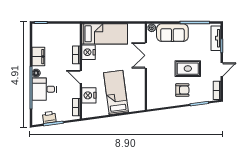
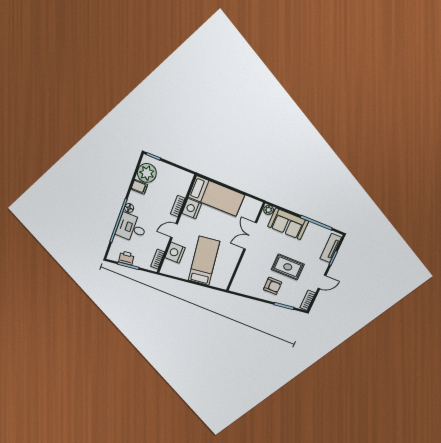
plant: (40, 38) -> (147, 173), added
filing cabinet: (38, 57) -> (139, 187), width x0.50
door: (81, 77) -> (174, 231), hinge flipped

